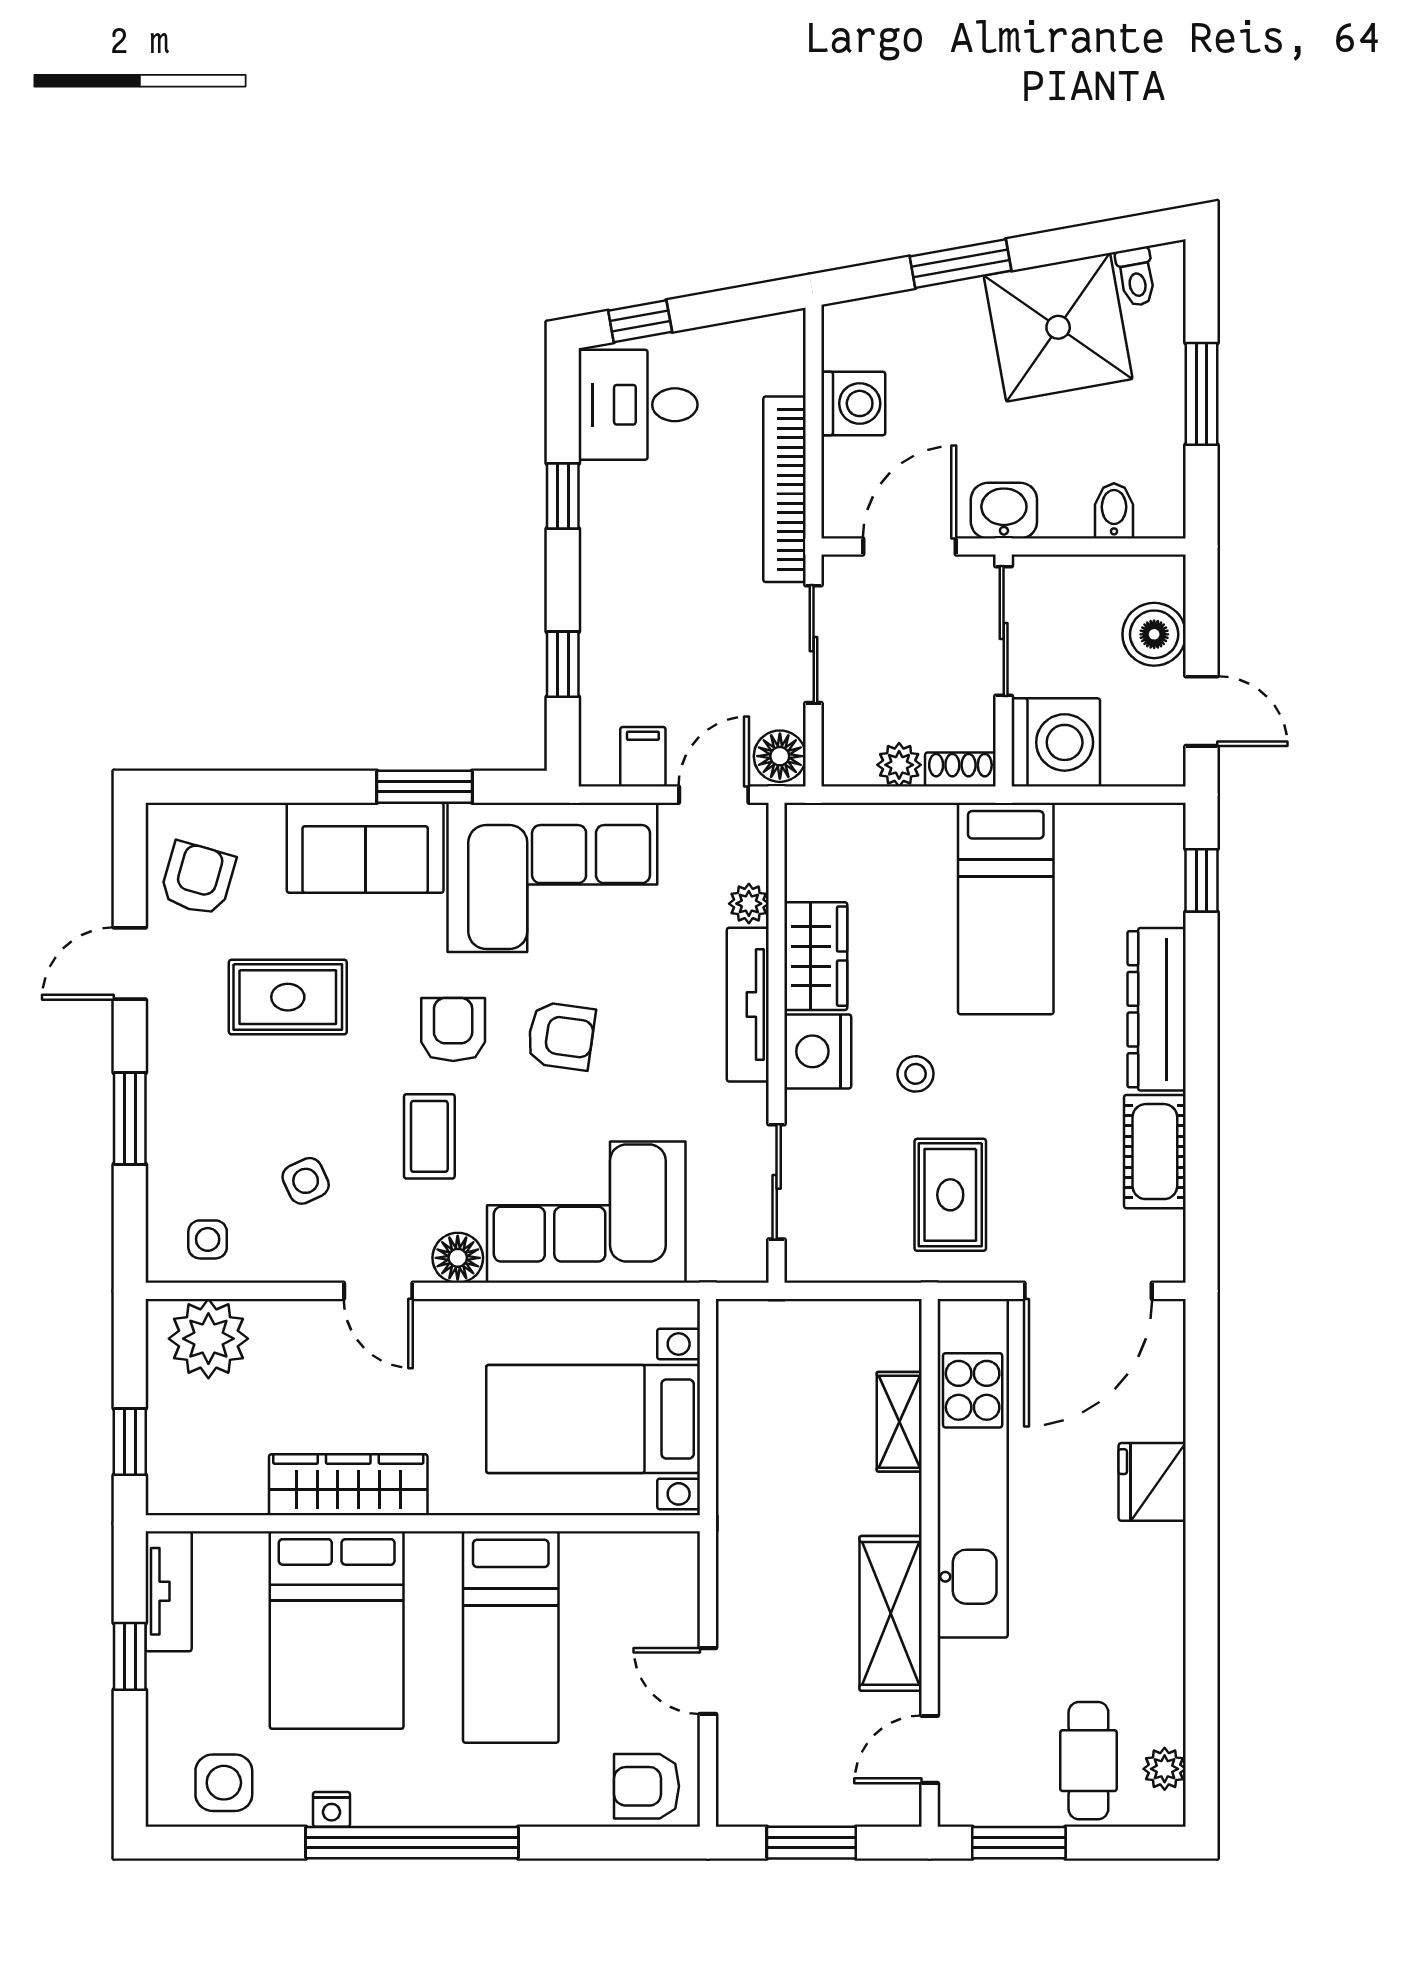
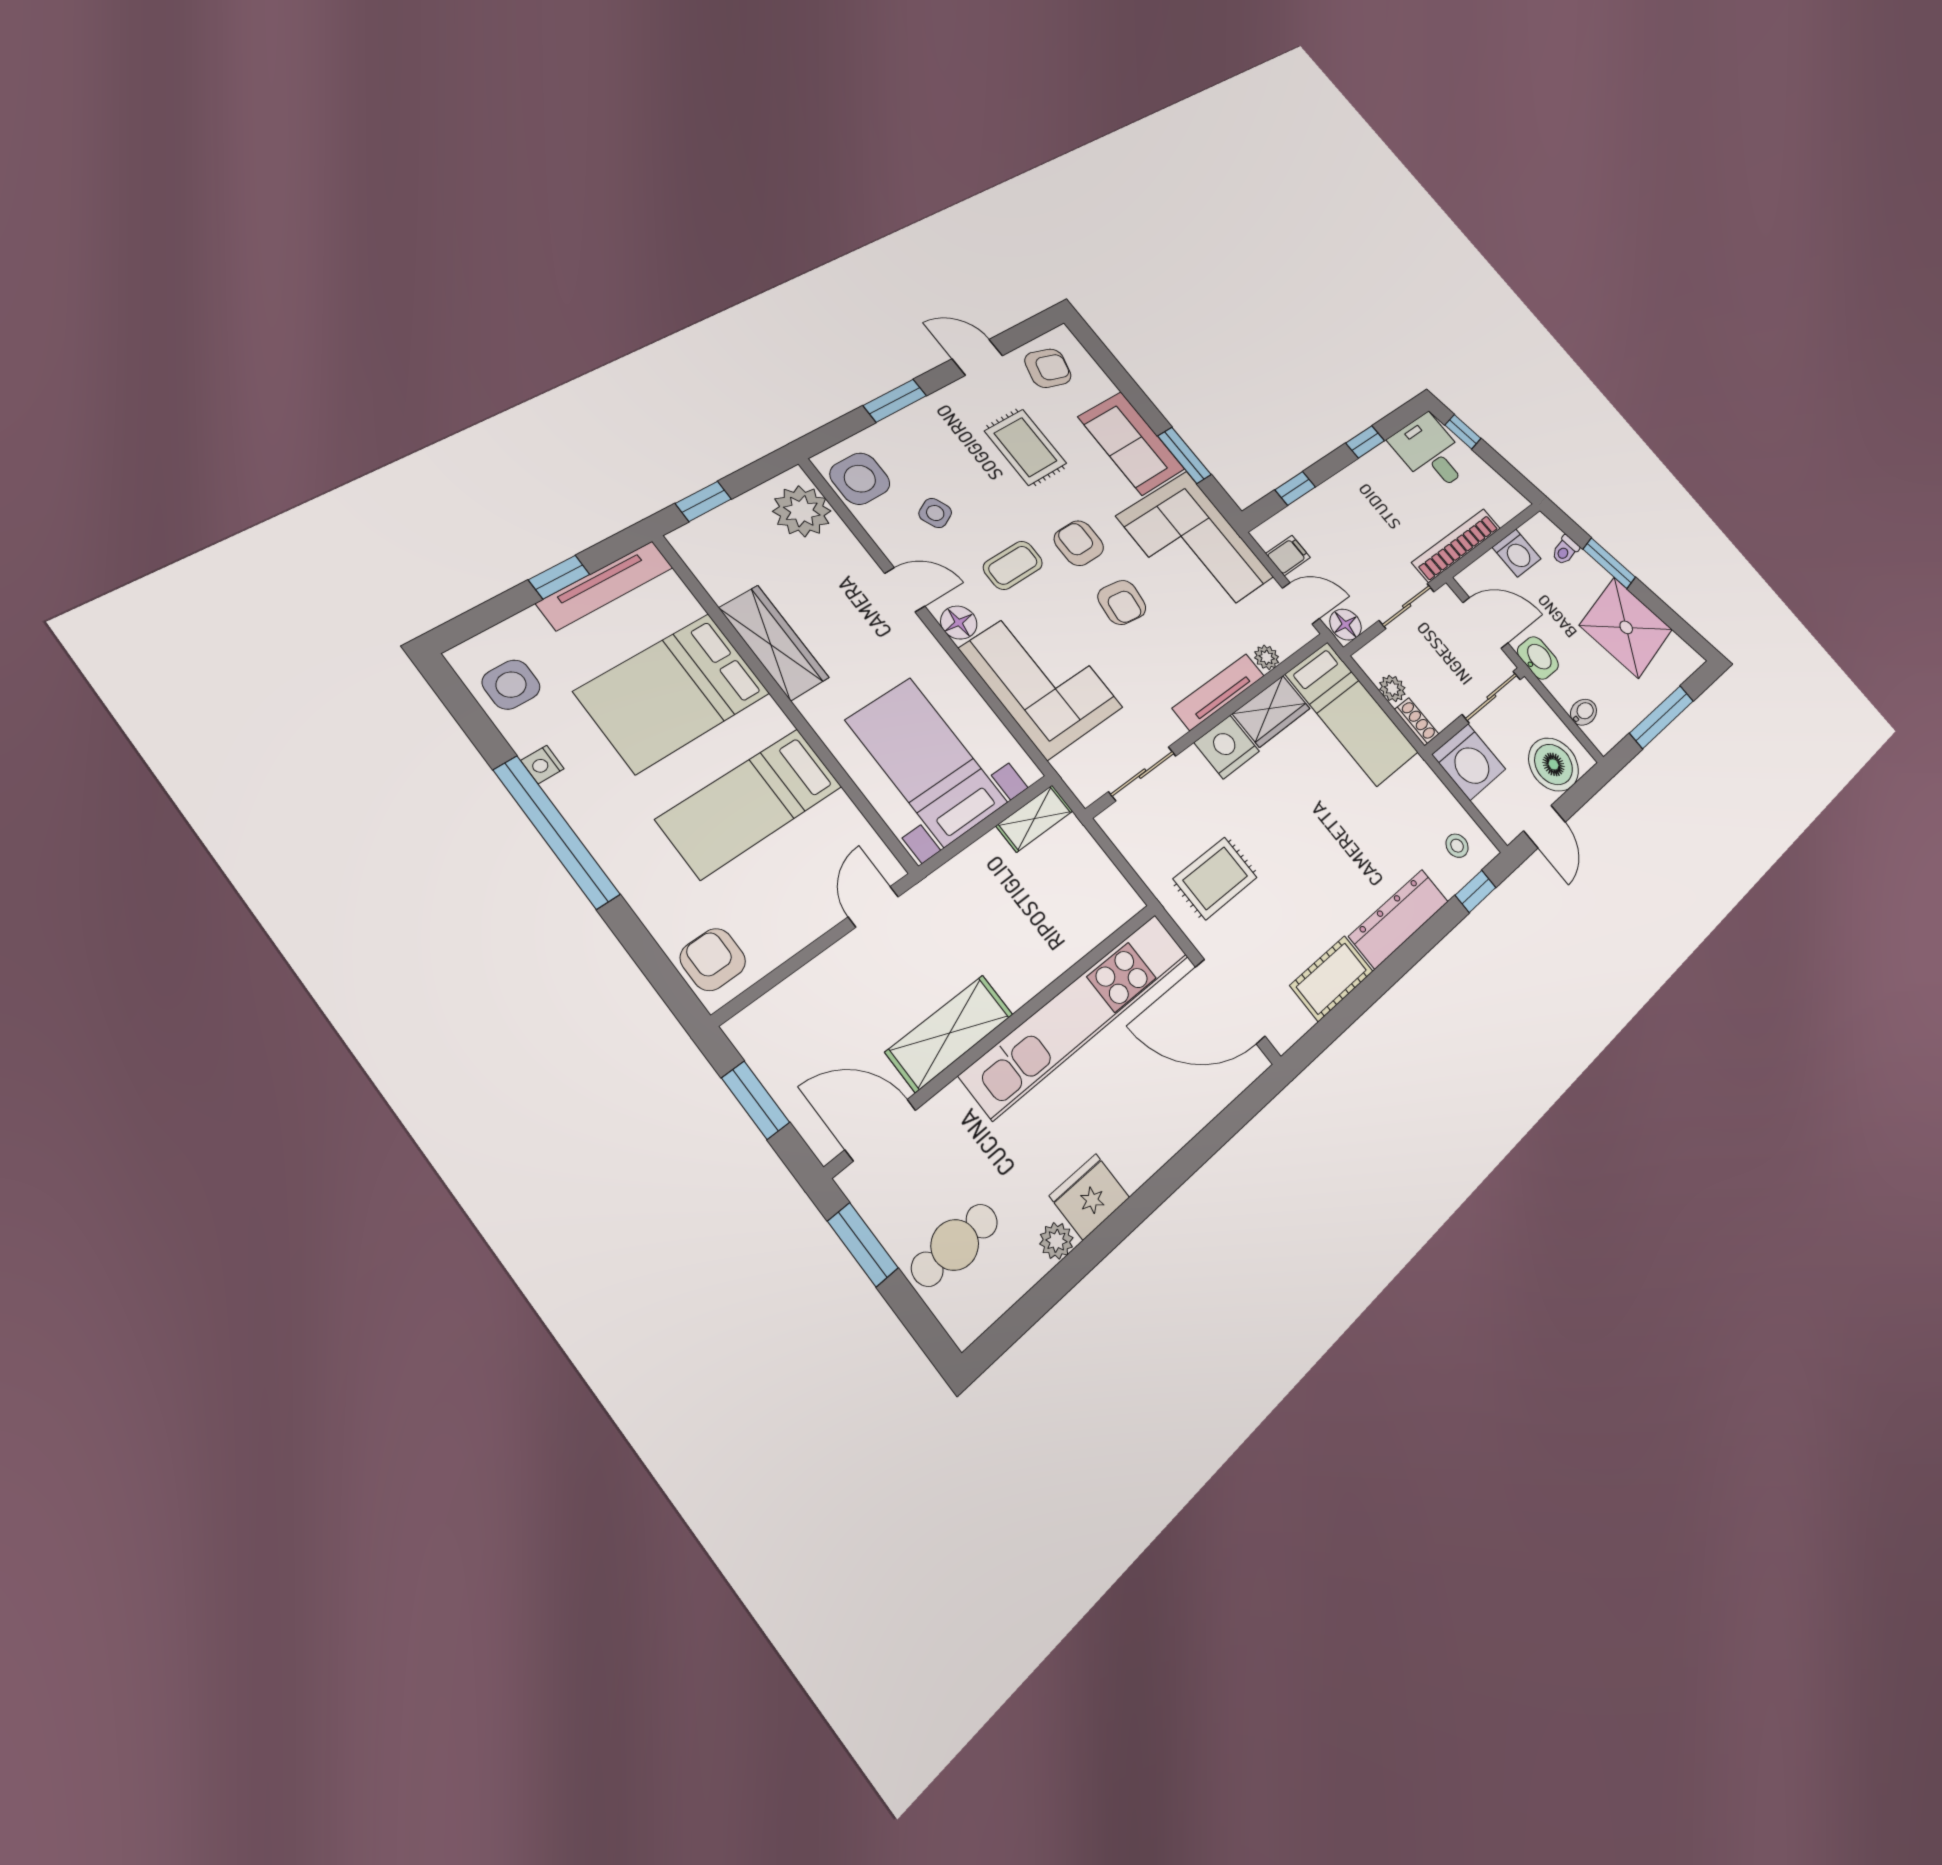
toilet: (1136, 277) -> (1565, 550), moved
window: (1202, 394) -> (1662, 717), width x1.44
boiler: (1154, 634) -> (1554, 764), width x1.37, depth x1.37
bed: (1006, 908) -> (1352, 713), moved, turned -90
armchair: (453, 1029) -> (1079, 543), turned -90
stool: (916, 1074) -> (1457, 846), moved
side table: (208, 1239) -> (860, 479), width x1.87, depth x1.87
door: (378, 1291) -> (905, 590), swing flipped
shelving: (899, 1422) -> (1035, 818), moved
fridge: (1152, 1482) -> (1089, 1197), moved
tv unit: (169, 1591) -> (605, 585), width x1.41
door: (708, 1681) -> (873, 907), moved
door: (930, 1749) -> (881, 1130), width x1.38
plant: (1165, 1769) -> (1056, 1241), moved

